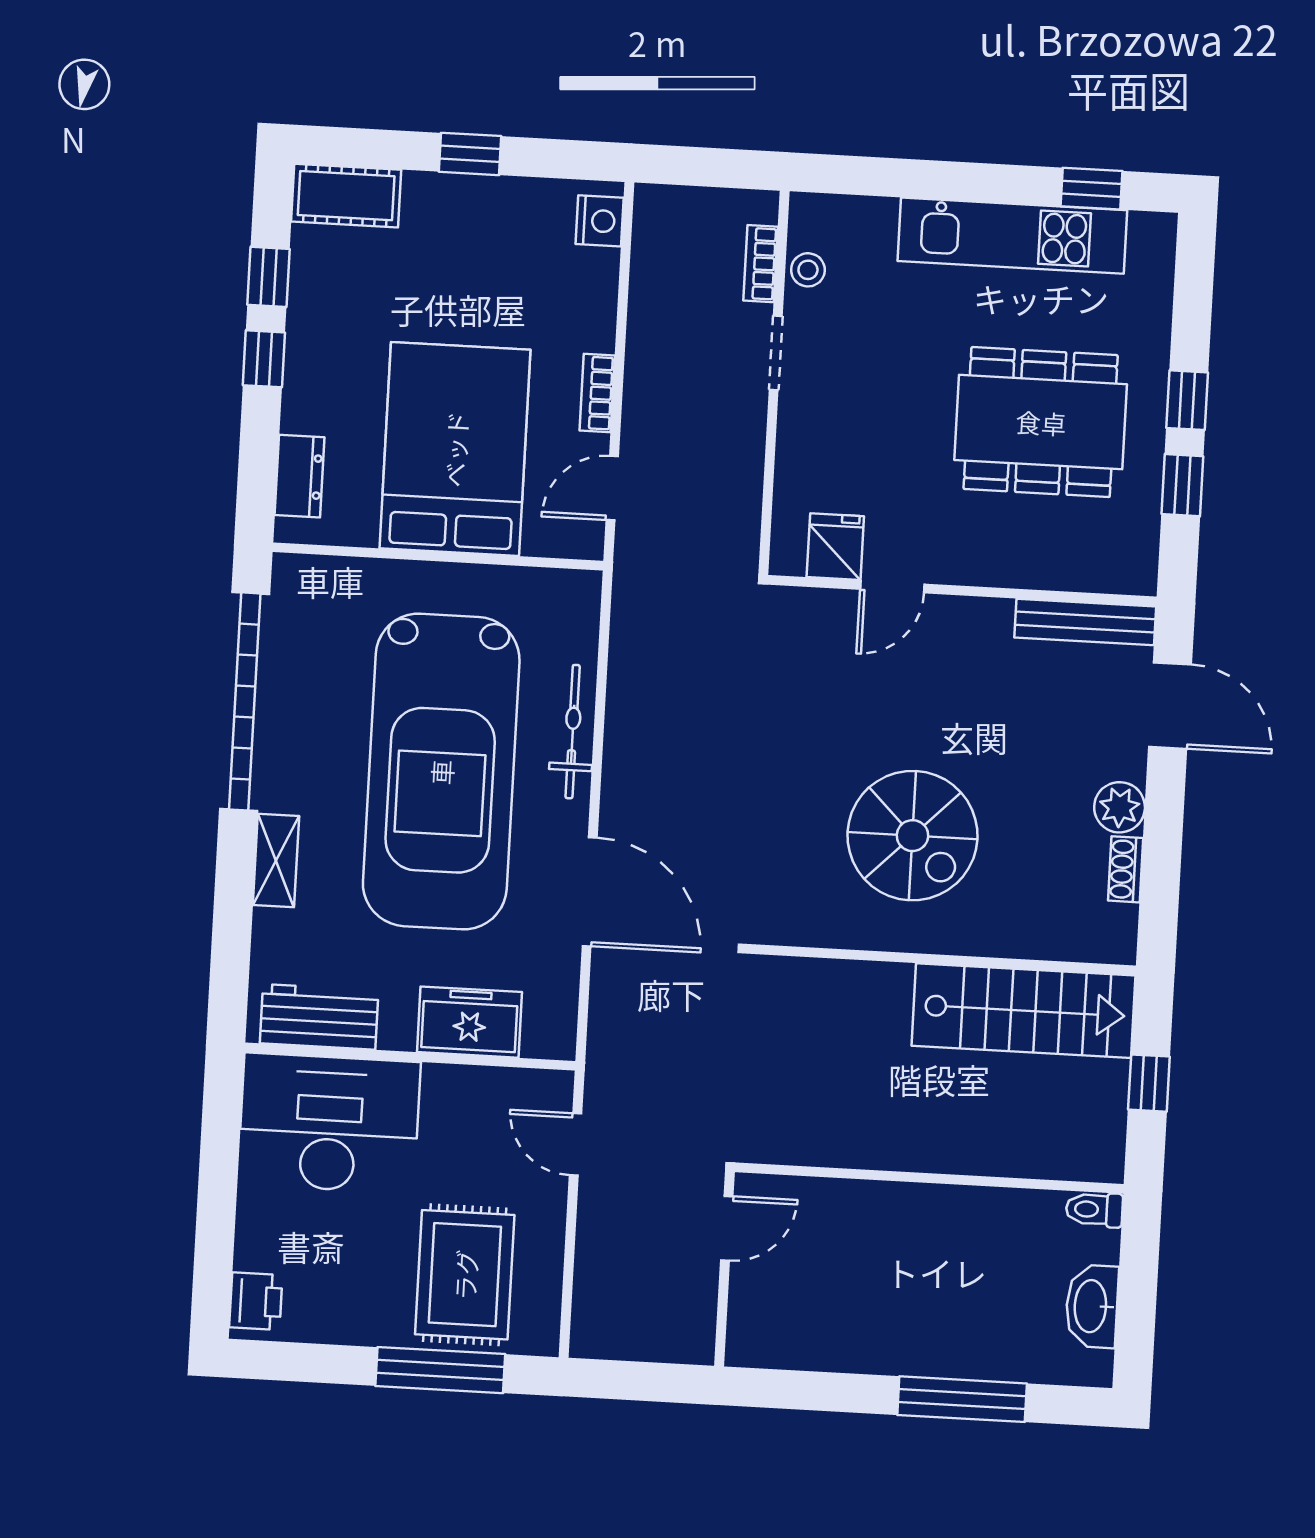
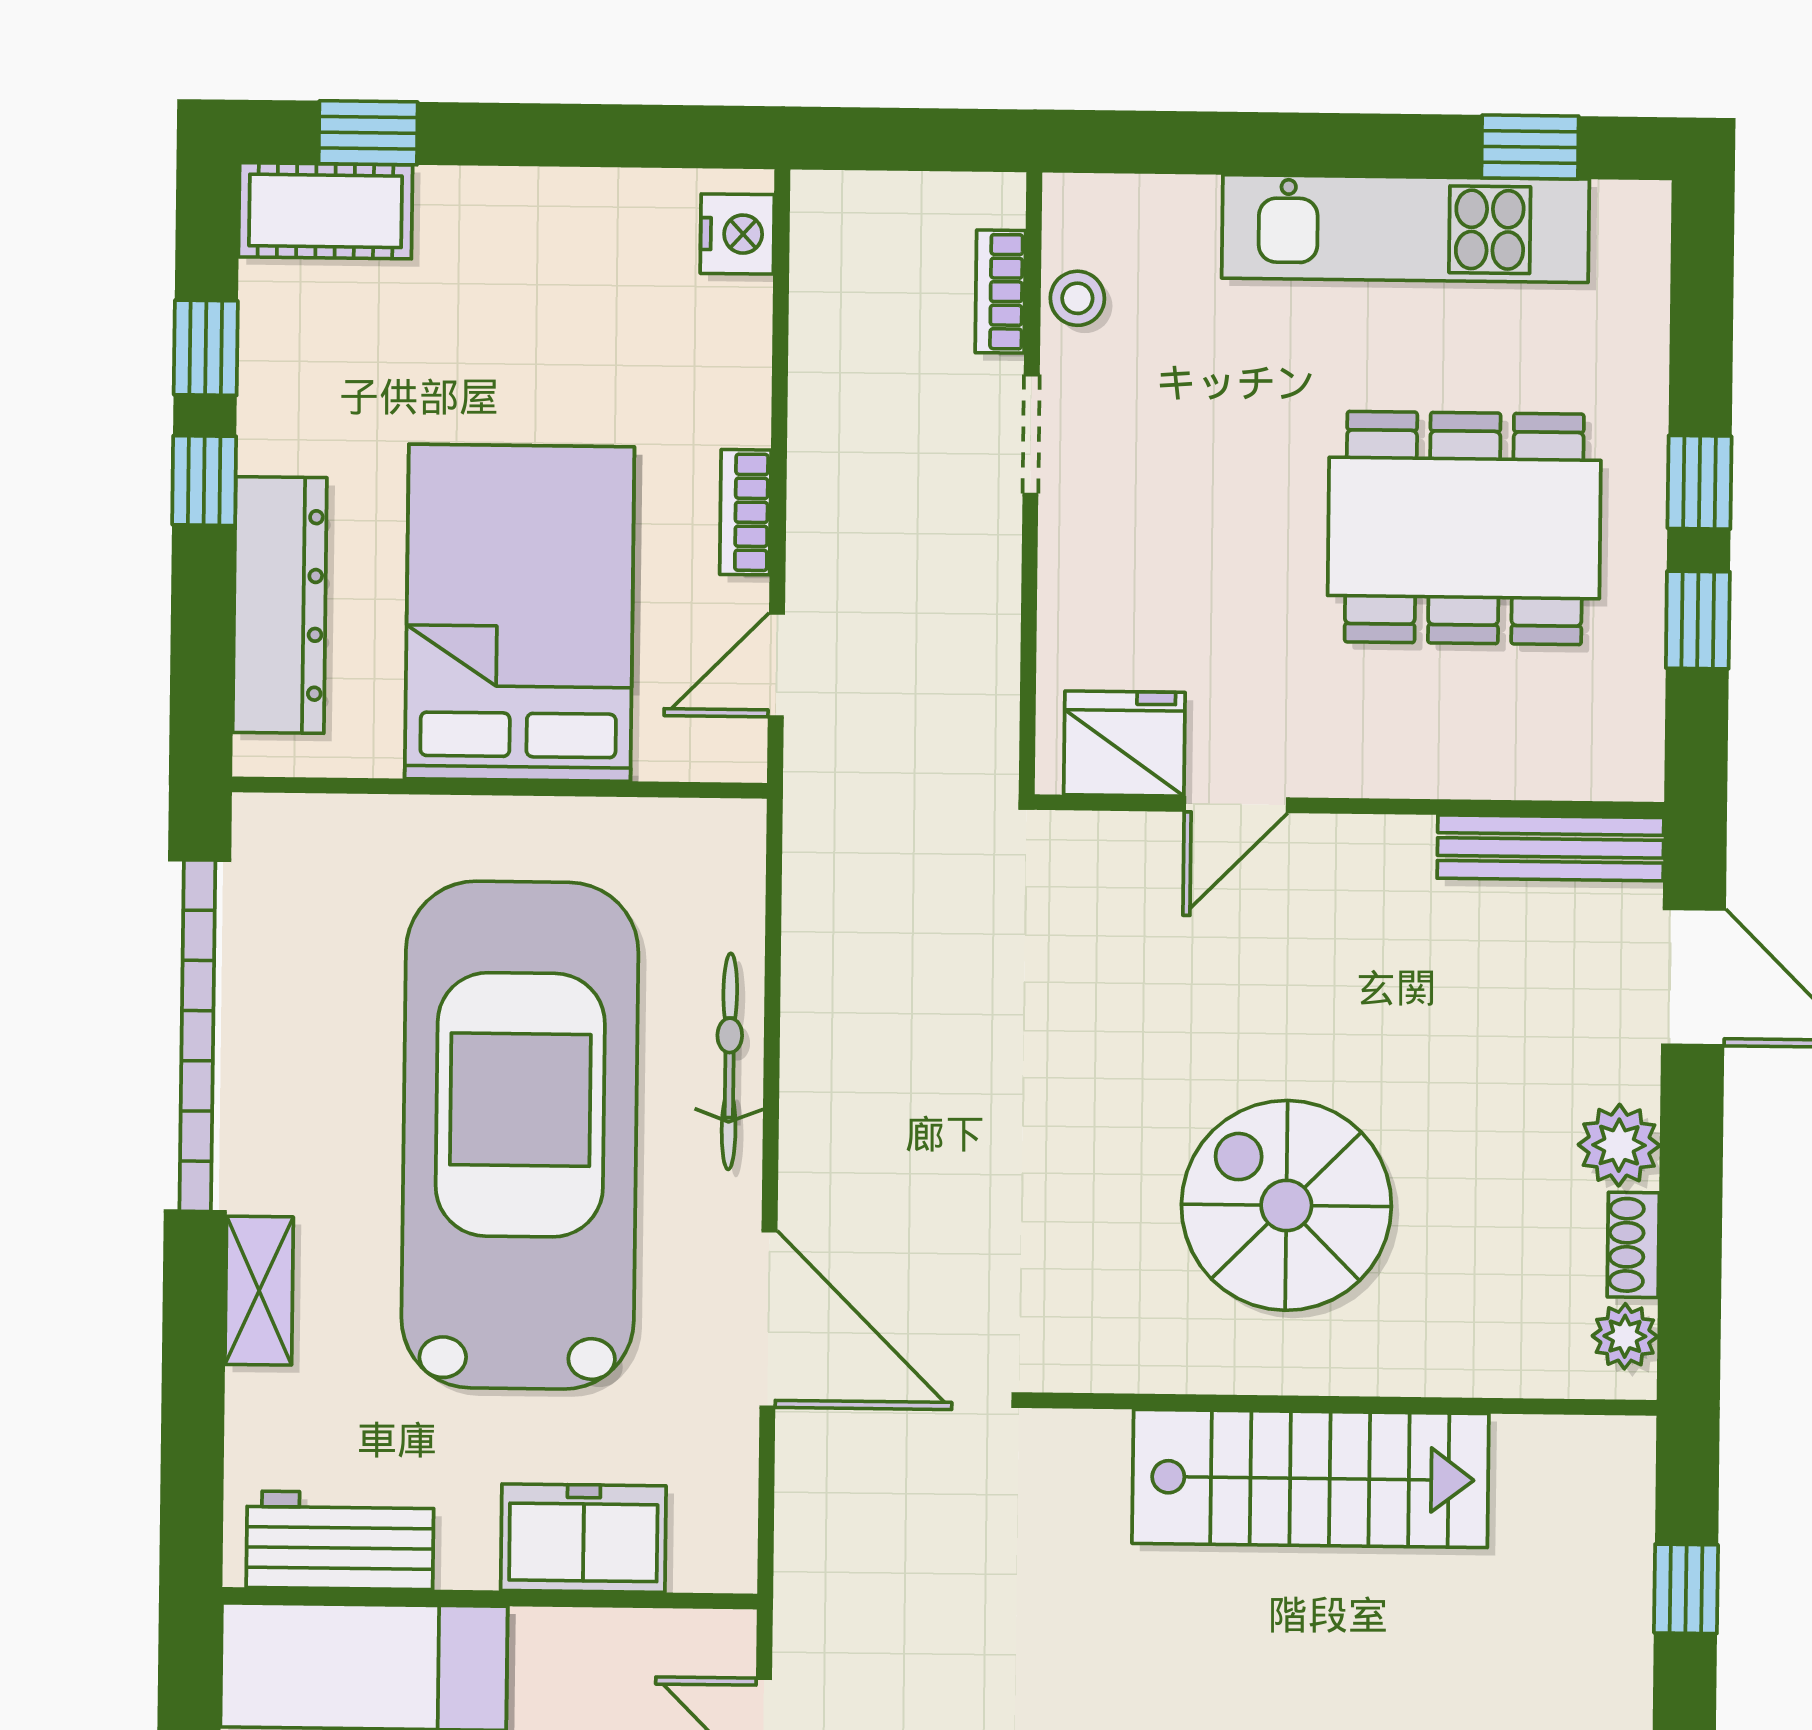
window: (470, 154) -> (368, 133), moved
dresser: (300, 476) -> (280, 605), width x1.96, depth x1.24
fridge: (835, 547) -> (1124, 743), width x1.38
car: (441, 772) -> (520, 1135), turned 180
spiral stairs: (913, 836) -> (1286, 1205), turned 180
plant: (1118, 925) -> (1625, 1336), added
stairs: (1024, 1011) -> (1310, 1478), moved

